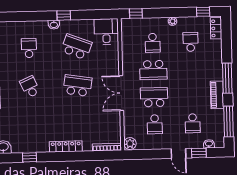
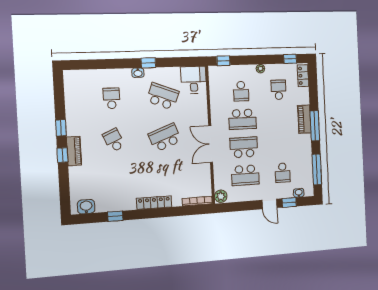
school desk: (77, 86) -> (165, 137), turned -30
piano: (217, 95) -> (304, 119), moved
school desk: (155, 124) -> (245, 175), width x1.85

